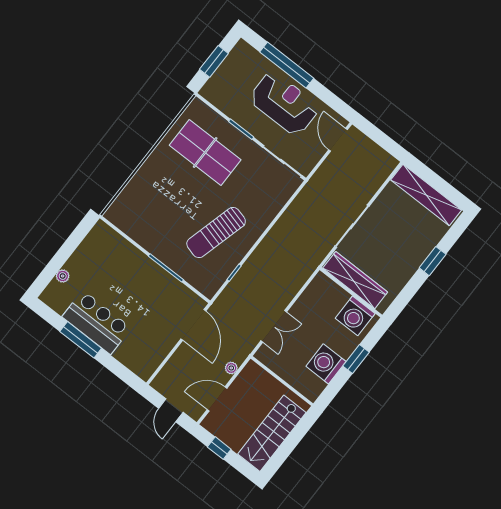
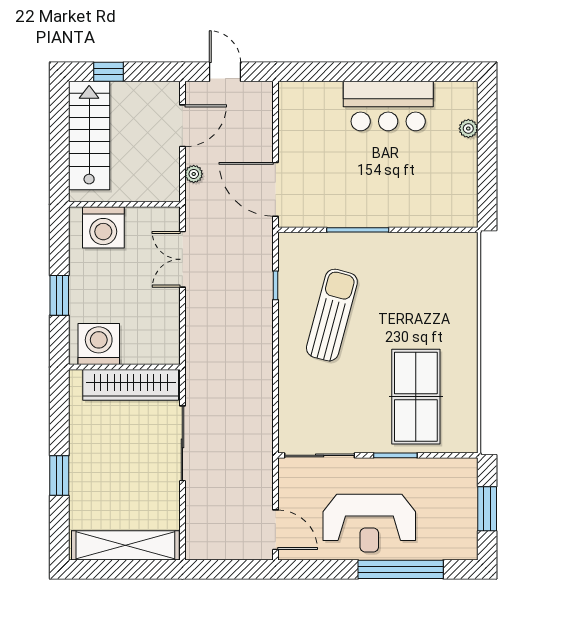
table tennis table: (205, 152) -> (416, 397), turned 90
window: (81, 340) -> (391, 72), removed
washing machine: (326, 364) -> (103, 227), moved, turned 90
window: (219, 448) -> (109, 72), moved

